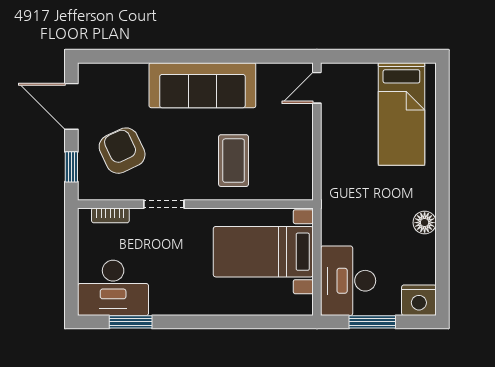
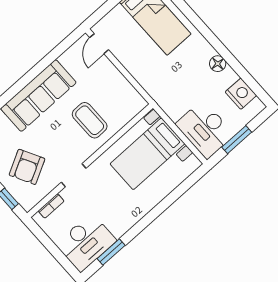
armchair: (122, 151) -> (27, 167), turned -93
nightstand: (419, 300) -> (241, 94), moved, turned -90

